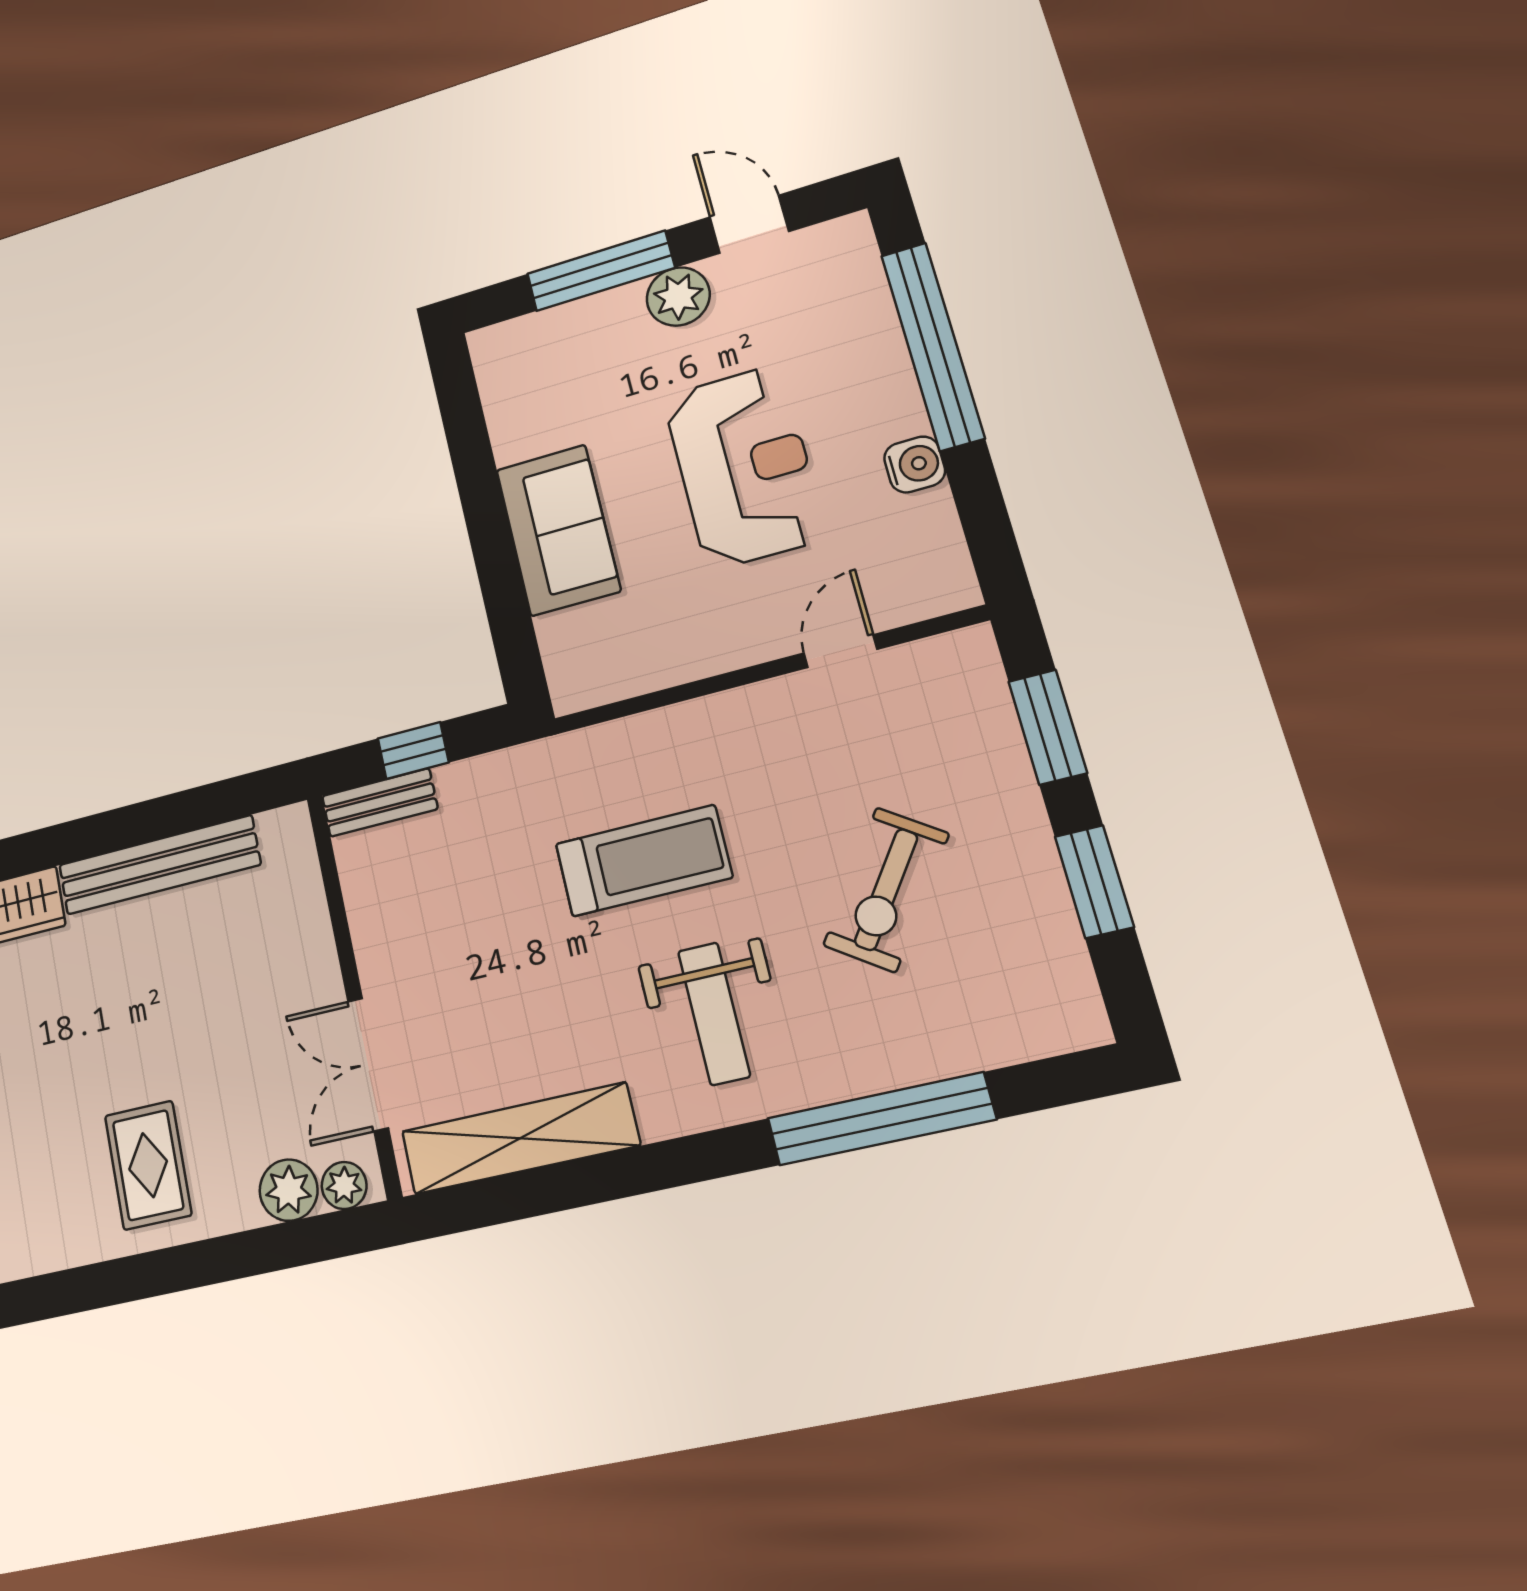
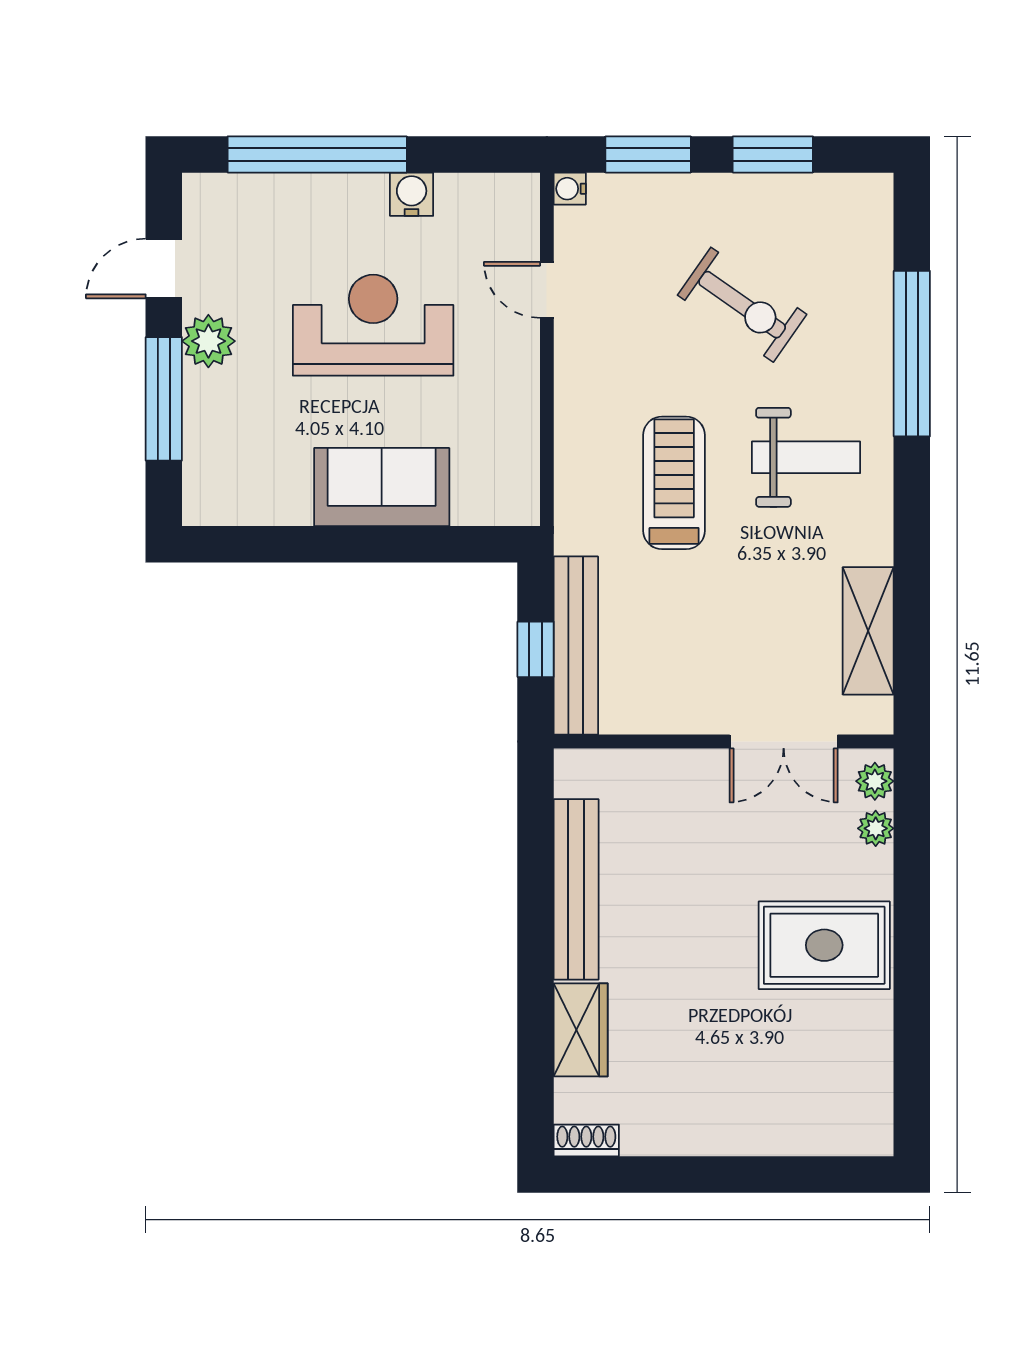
water cooler: (975, 644) -> (570, 189), added
bench: (380, 803) -> (576, 646), width x1.86, depth x1.21
shelving: (520, 1138) -> (868, 631), width x0.68
rug: (148, 1165) -> (824, 945), width x1.36, depth x1.43
plant: (289, 1190) -> (876, 828), width x0.73, depth x0.73

